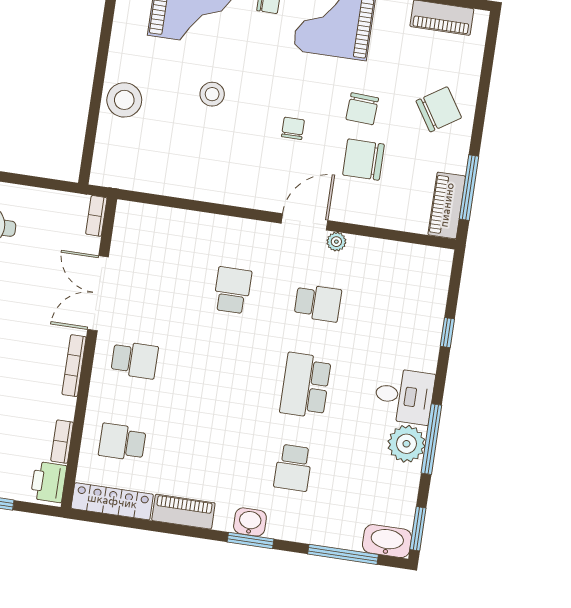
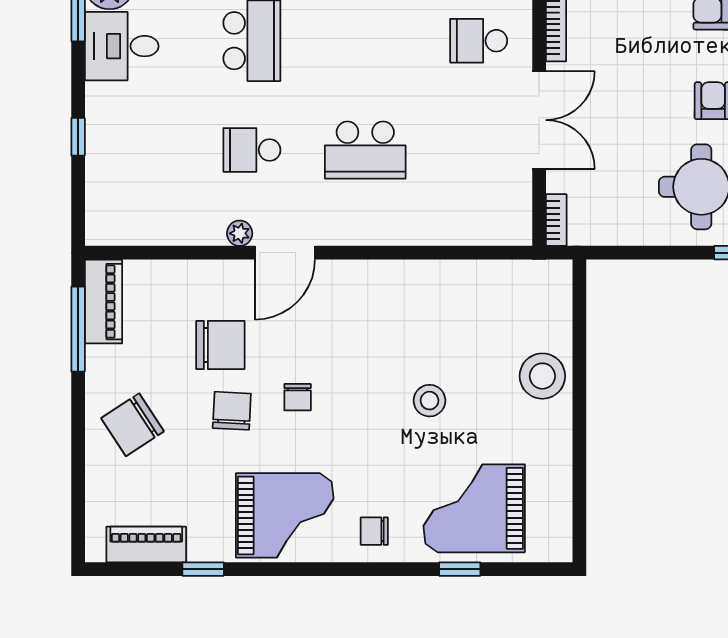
chair: (293, 128) -> (298, 397), moved
school desk: (232, 290) -> (365, 150), width x1.85

